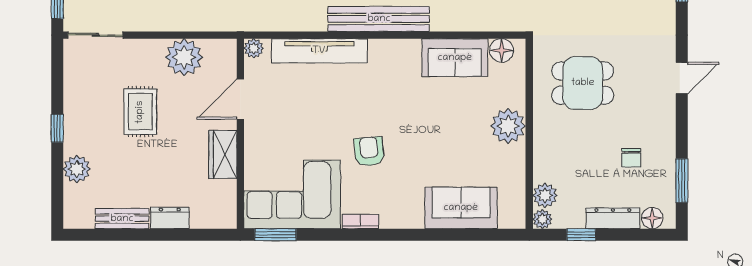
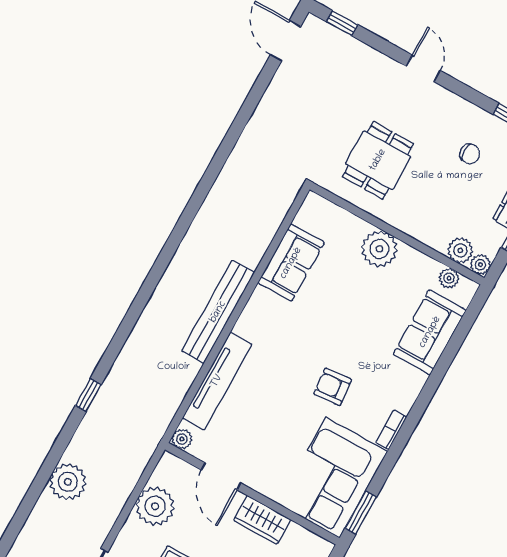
floor lamp: (502, 50) -> (308, 217), removed
plant: (516, 199) -> (449, 278), added

